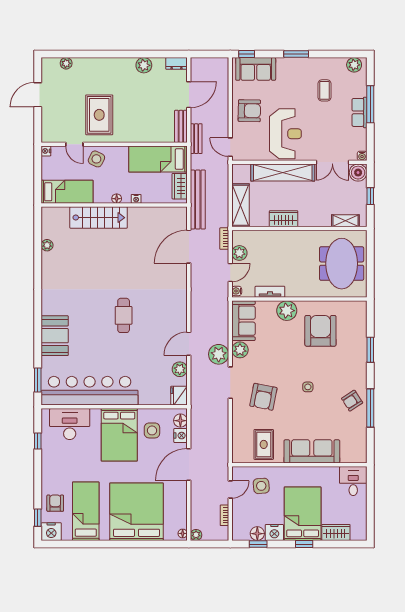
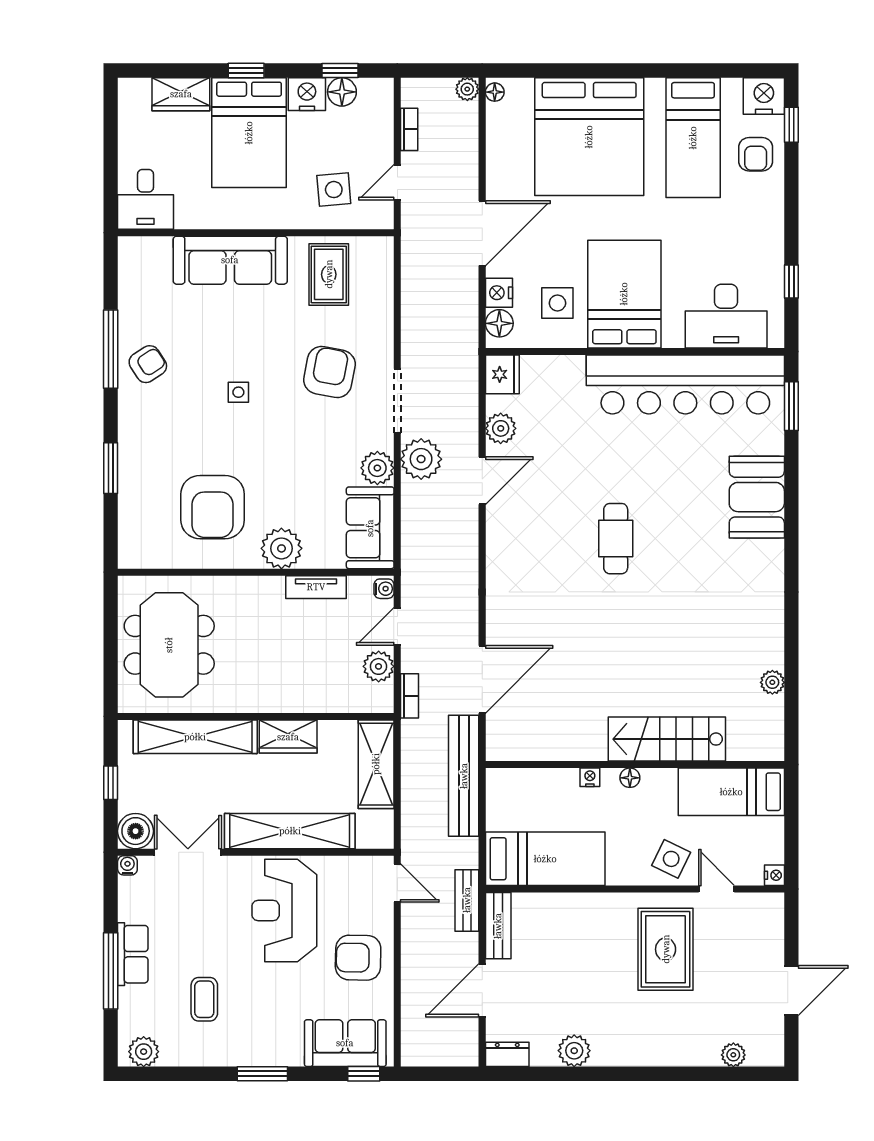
wardrobe: (180, 186) -> (501, 803), removed
shelving: (345, 221) -> (195, 737), width x2.20, depth x1.33

